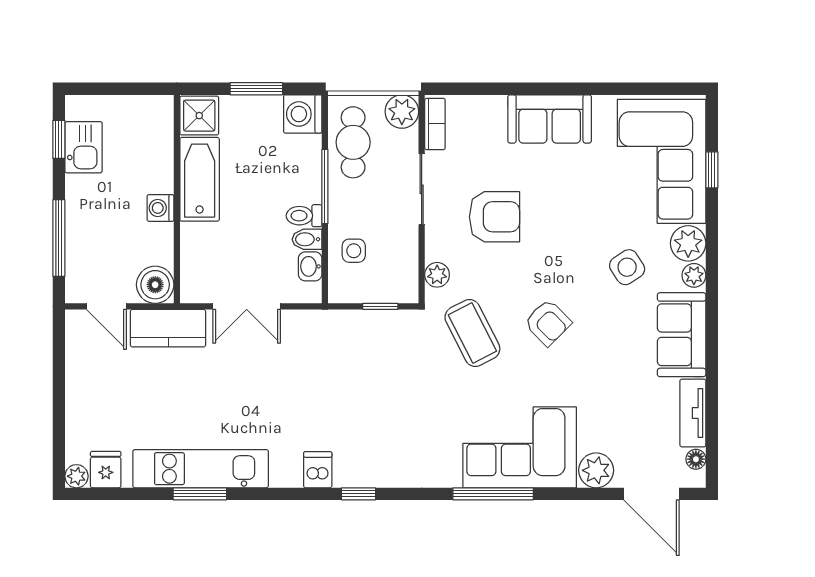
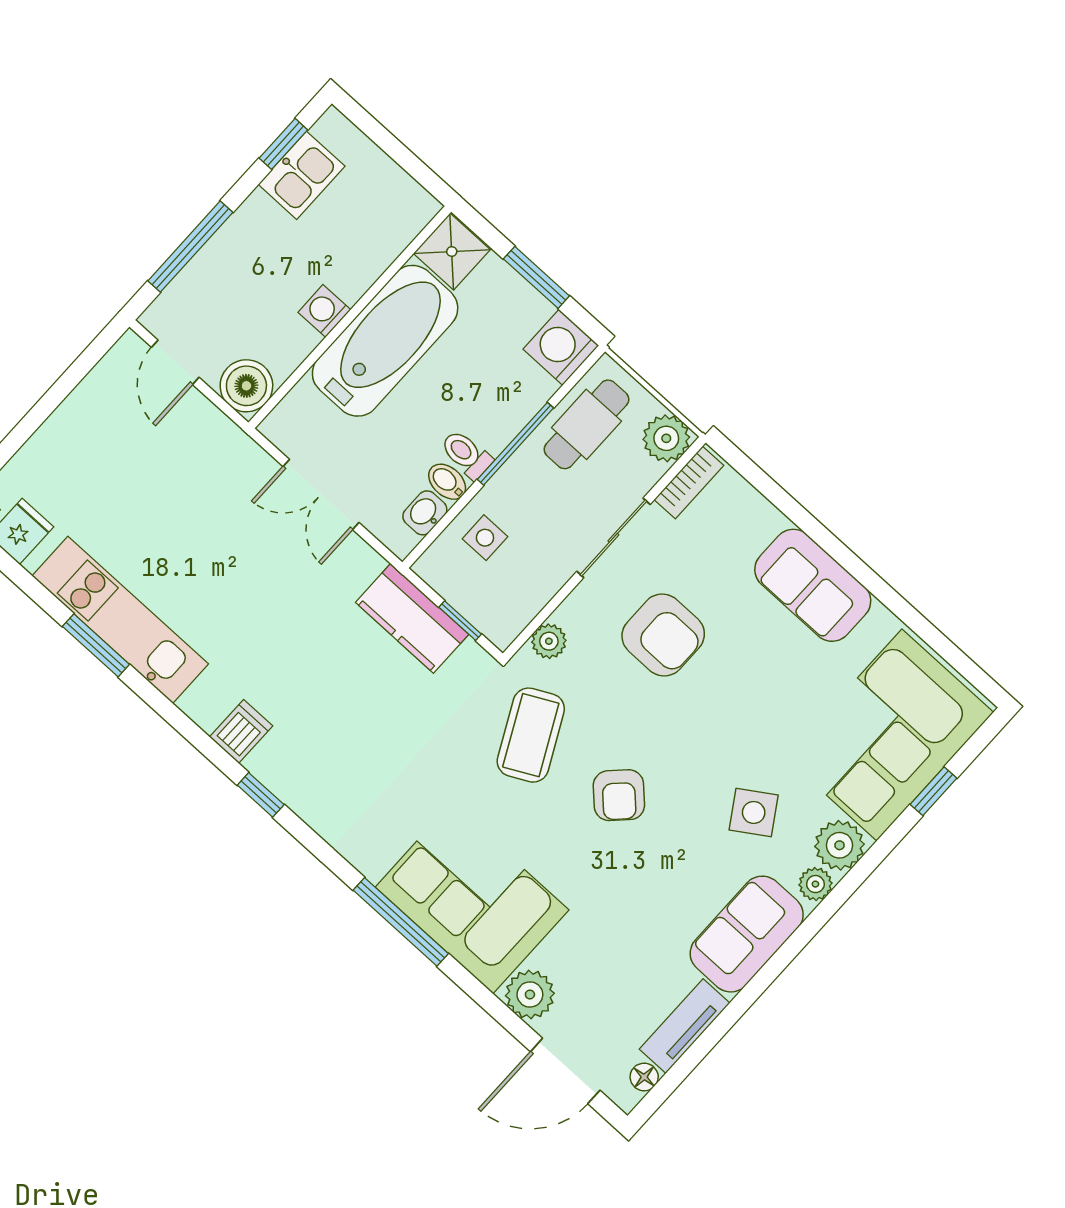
bathtub: (200, 179) -> (385, 341), width x1.36, depth x1.36
kitchen counter: (168, 328) -> (412, 618), moved
door: (651, 494) -> (565, 1071), hinge flipped

